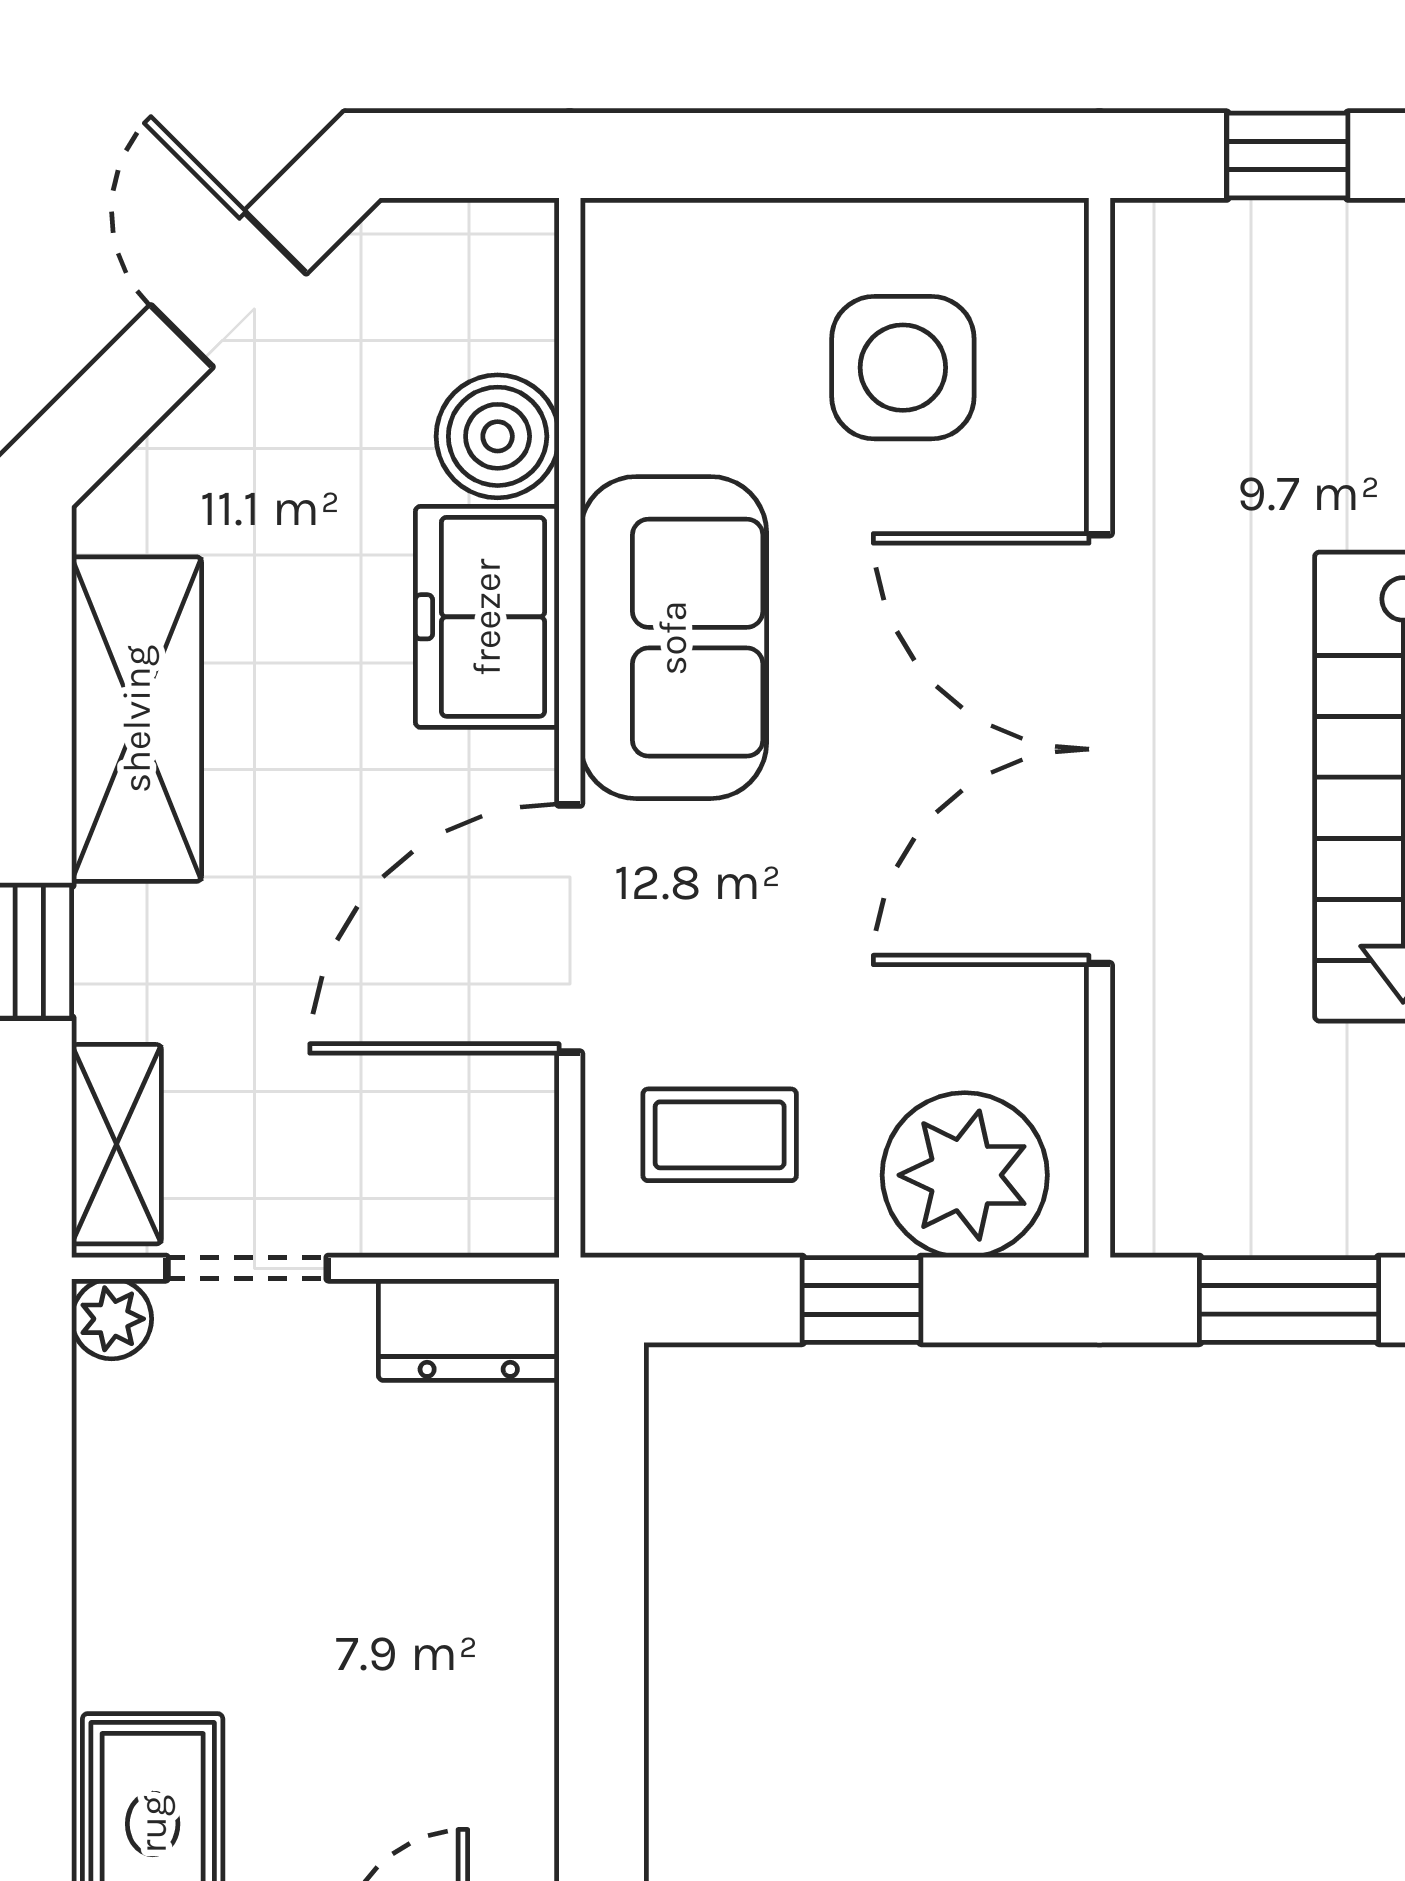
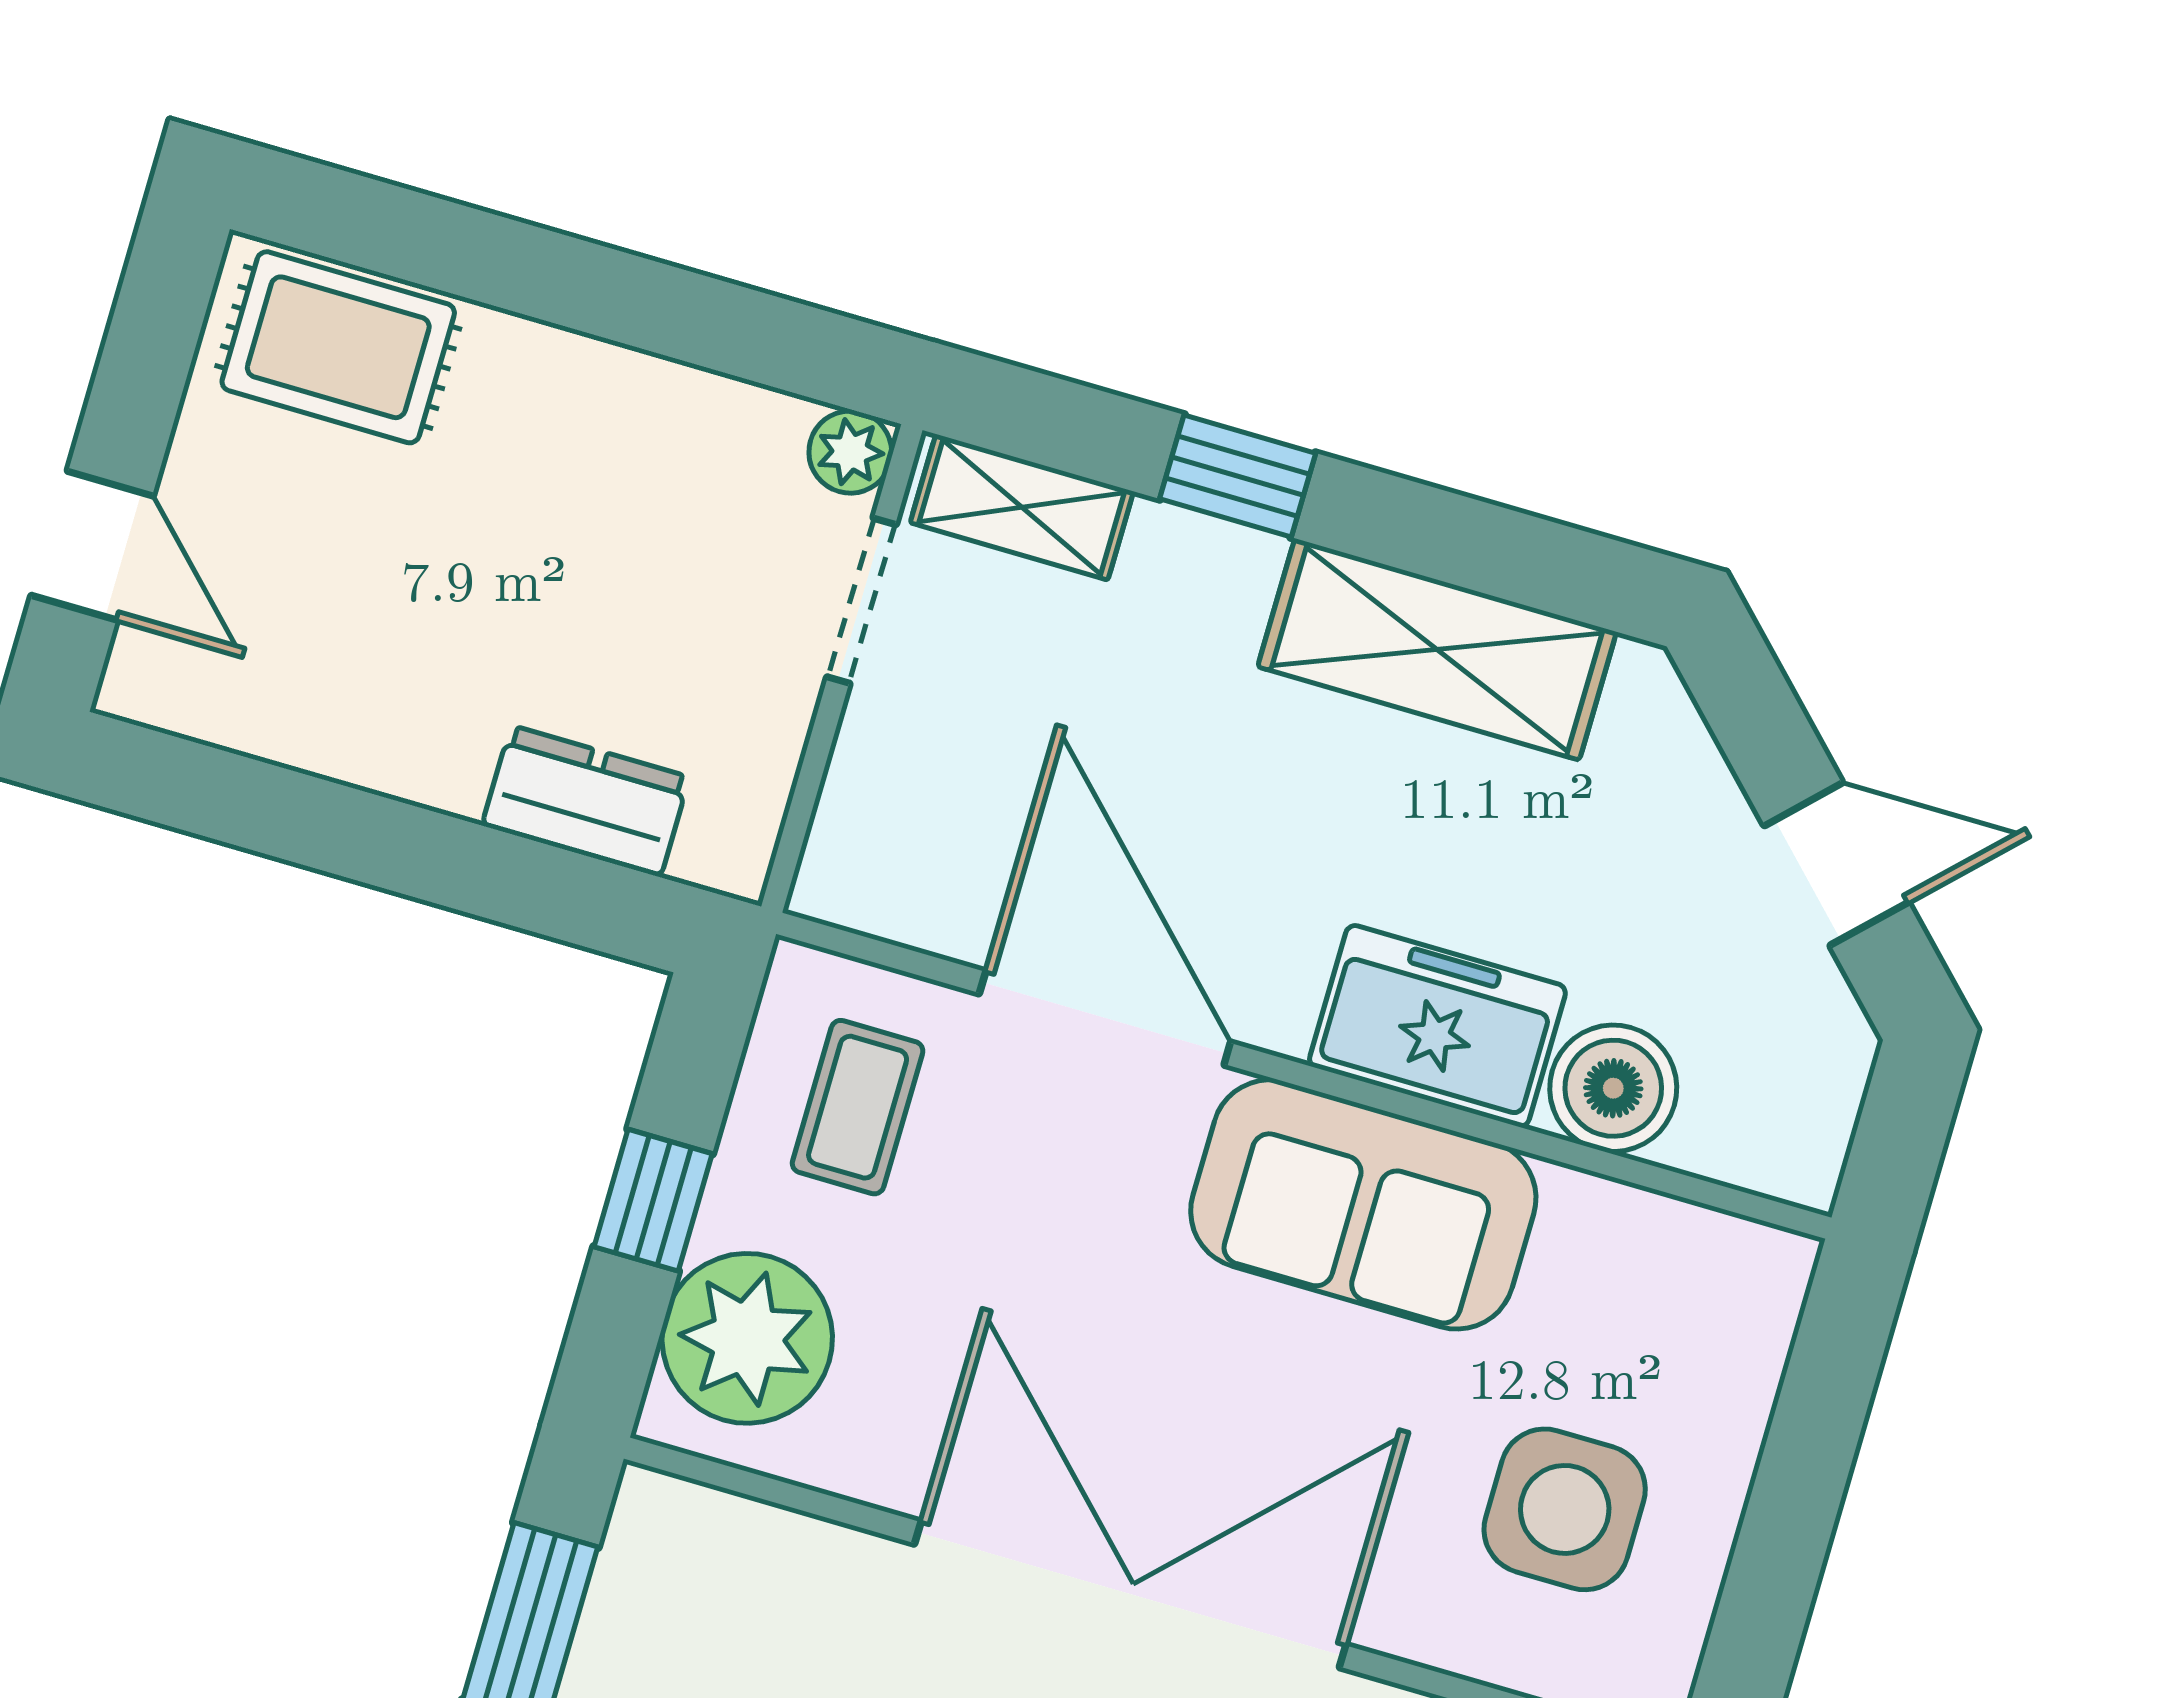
dresser: (469, 1330) -> (586, 801), moved, turned 90

